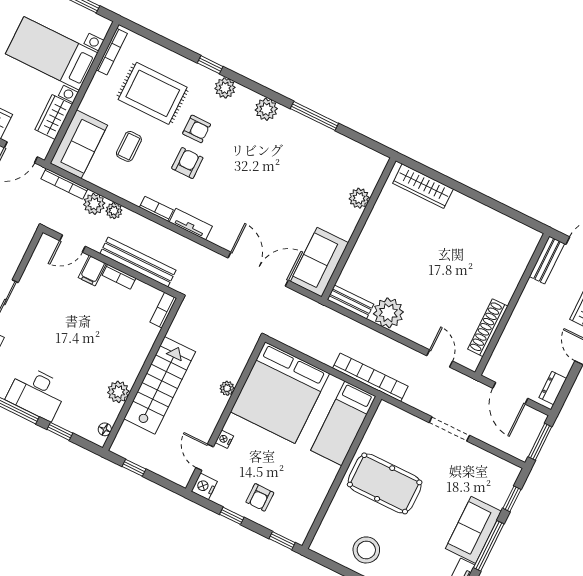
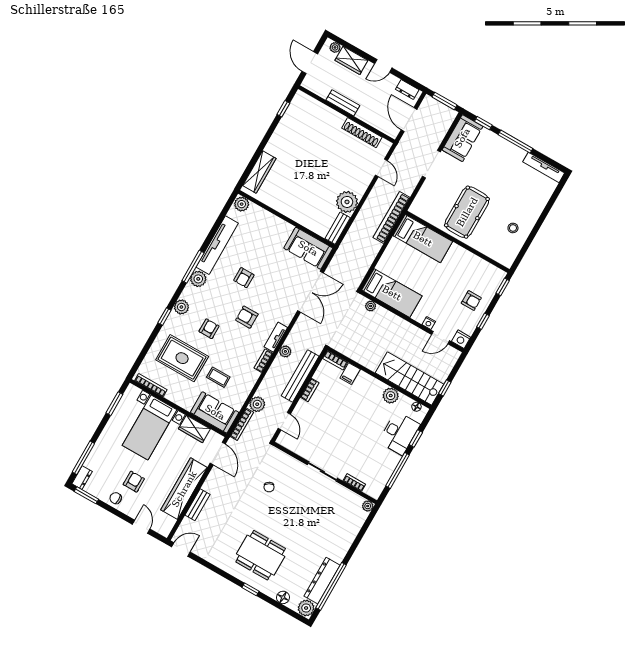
rug: (153, 93) -> (182, 358), turned 90
window: (314, 116) -> (193, 267), moved
tv unit: (316, 133) -> (217, 245), added
armchair: (187, 163) -> (247, 317), moved
armchair: (272, 174) -> (244, 278), added
plant: (359, 198) -> (242, 204), moved
plant: (114, 211) -> (285, 351), moved
window: (514, 214) -> (283, 109), added
bench: (547, 260) -> (343, 103), moved
double door: (258, 269) -> (310, 292), swing flipped
filing cabinet: (92, 271) -> (350, 374), moved, turned 90
door: (440, 358) -> (381, 168), swing flipped
stairs: (160, 385) -> (410, 379), moved
plant: (227, 388) -> (371, 306), moved
desk: (37, 393) -> (399, 433), moved
bed: (280, 393) -> (392, 293), width x0.49
door: (510, 393) -> (409, 120), swing flipped
sofa: (473, 530) -> (462, 138), moved, turned -90
stool: (366, 550) -> (513, 228), width x0.53, depth x0.53

